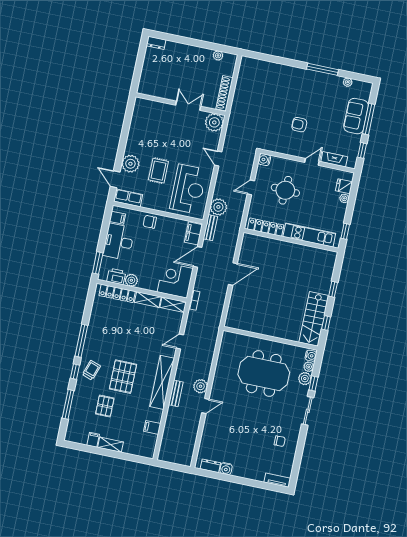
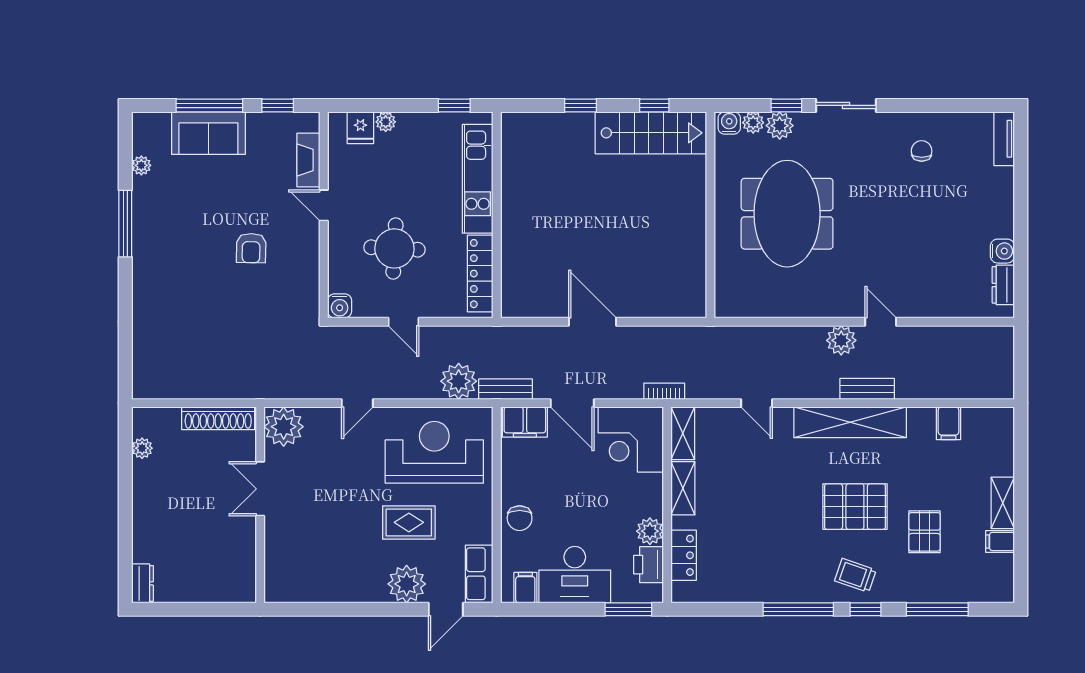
locker: (117, 293) -> (684, 555), width x0.66
pallet: (105, 406) -> (925, 532), turned 90

